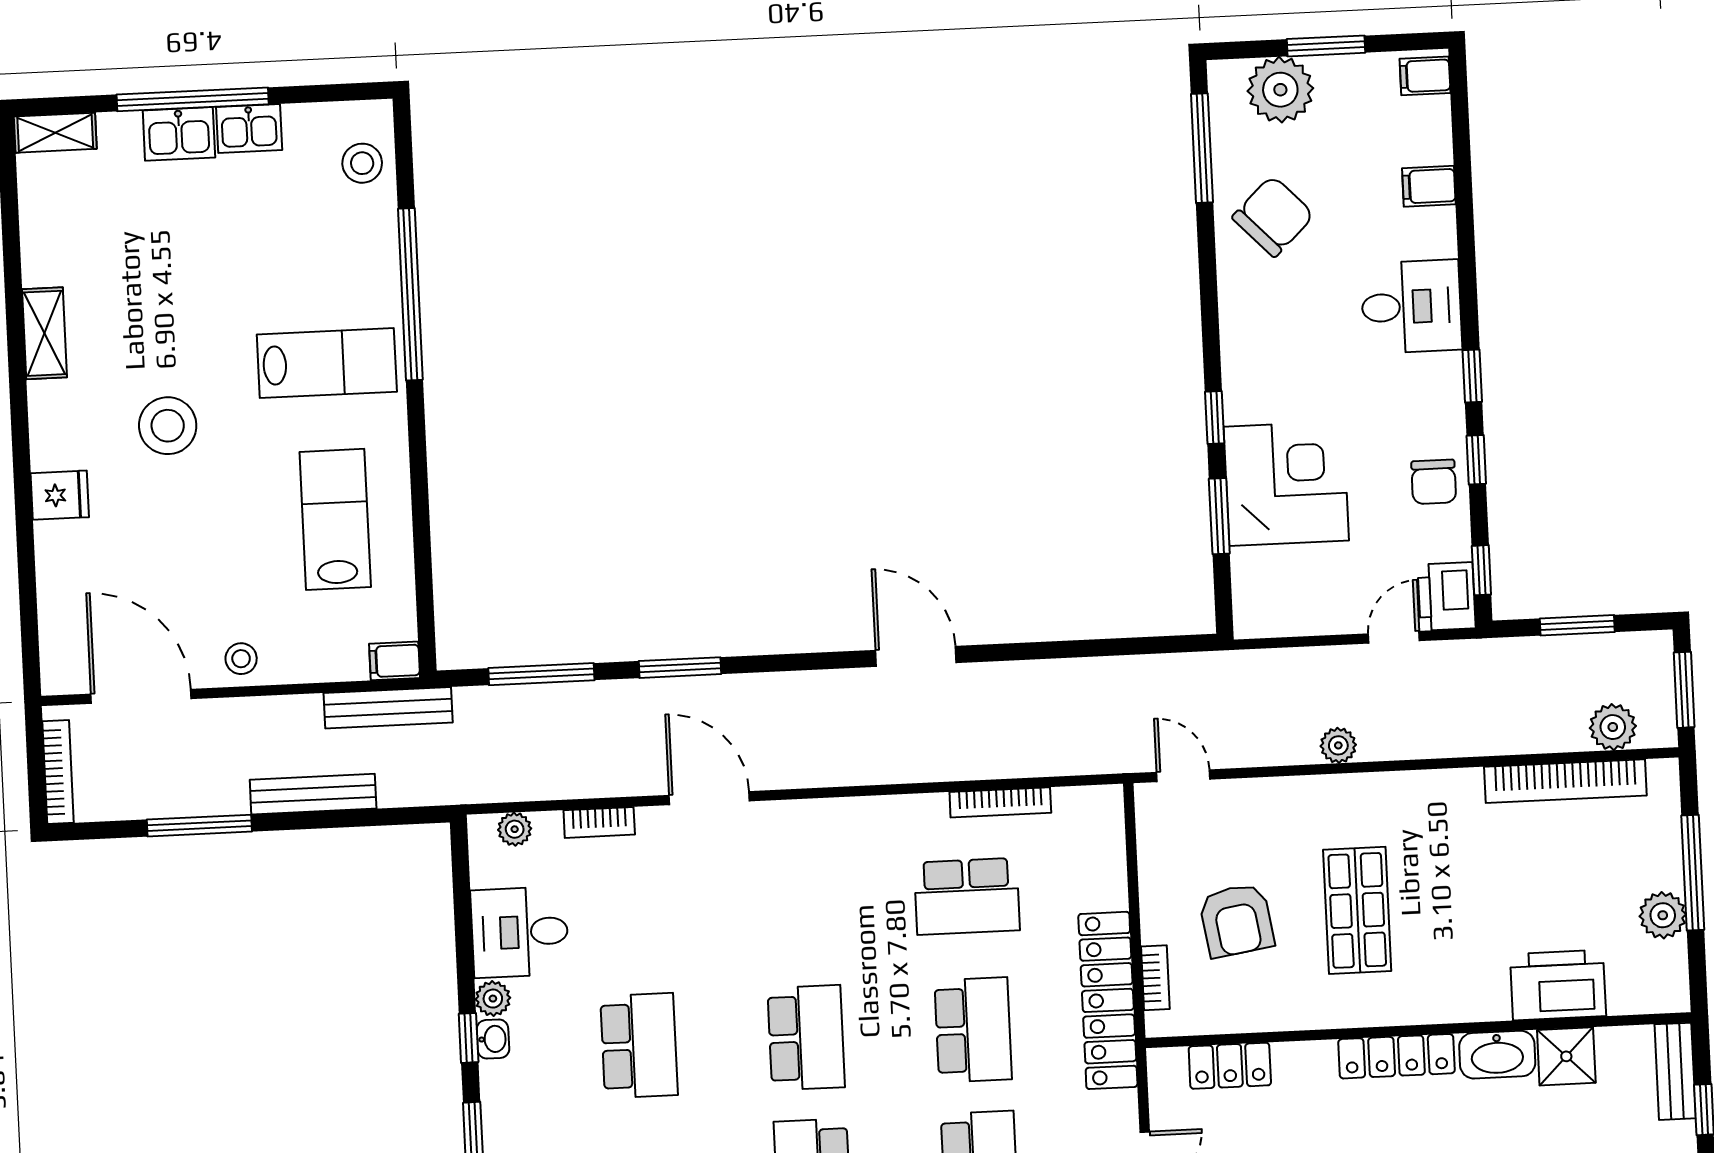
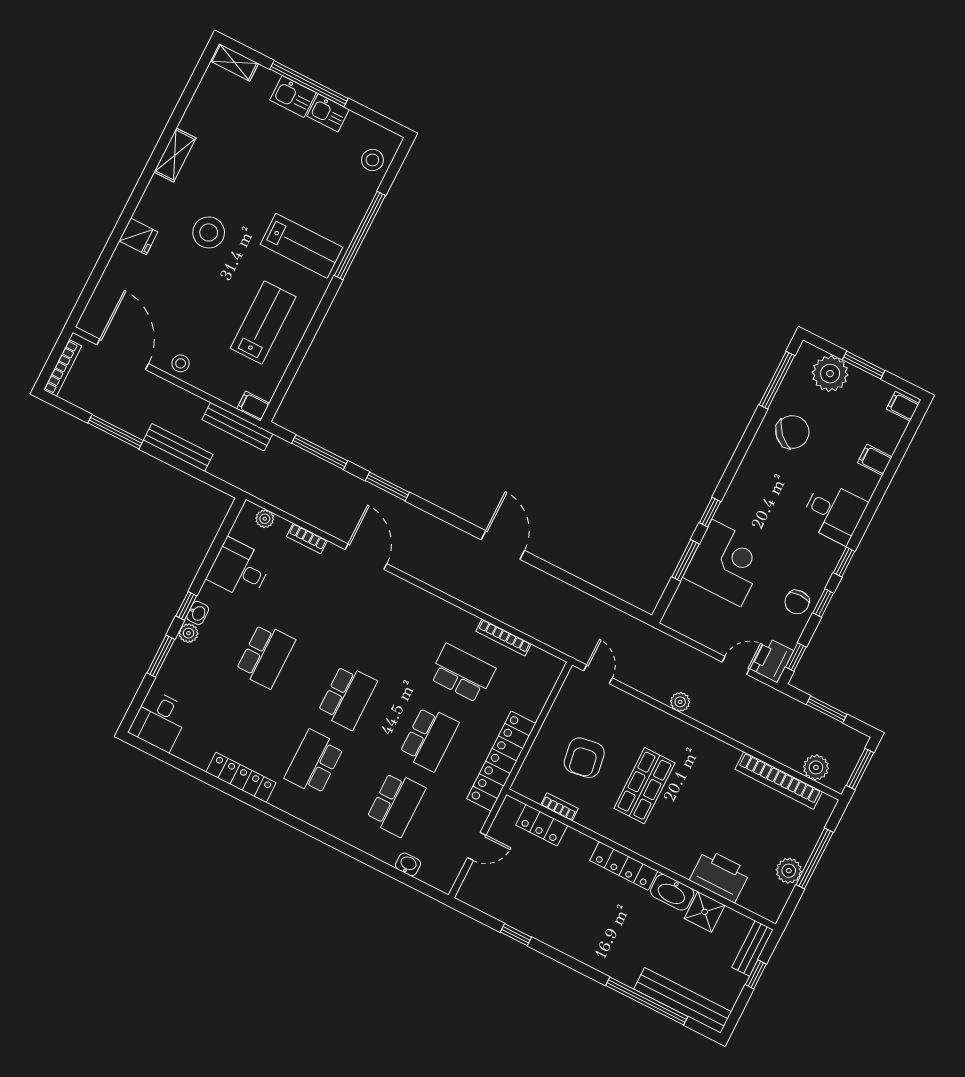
school desk: (967, 896) -> (462, 673), turned 180
bookcase: (1155, 978) -> (559, 807), moved, turned -90
plant: (493, 999) -> (188, 633), moved

